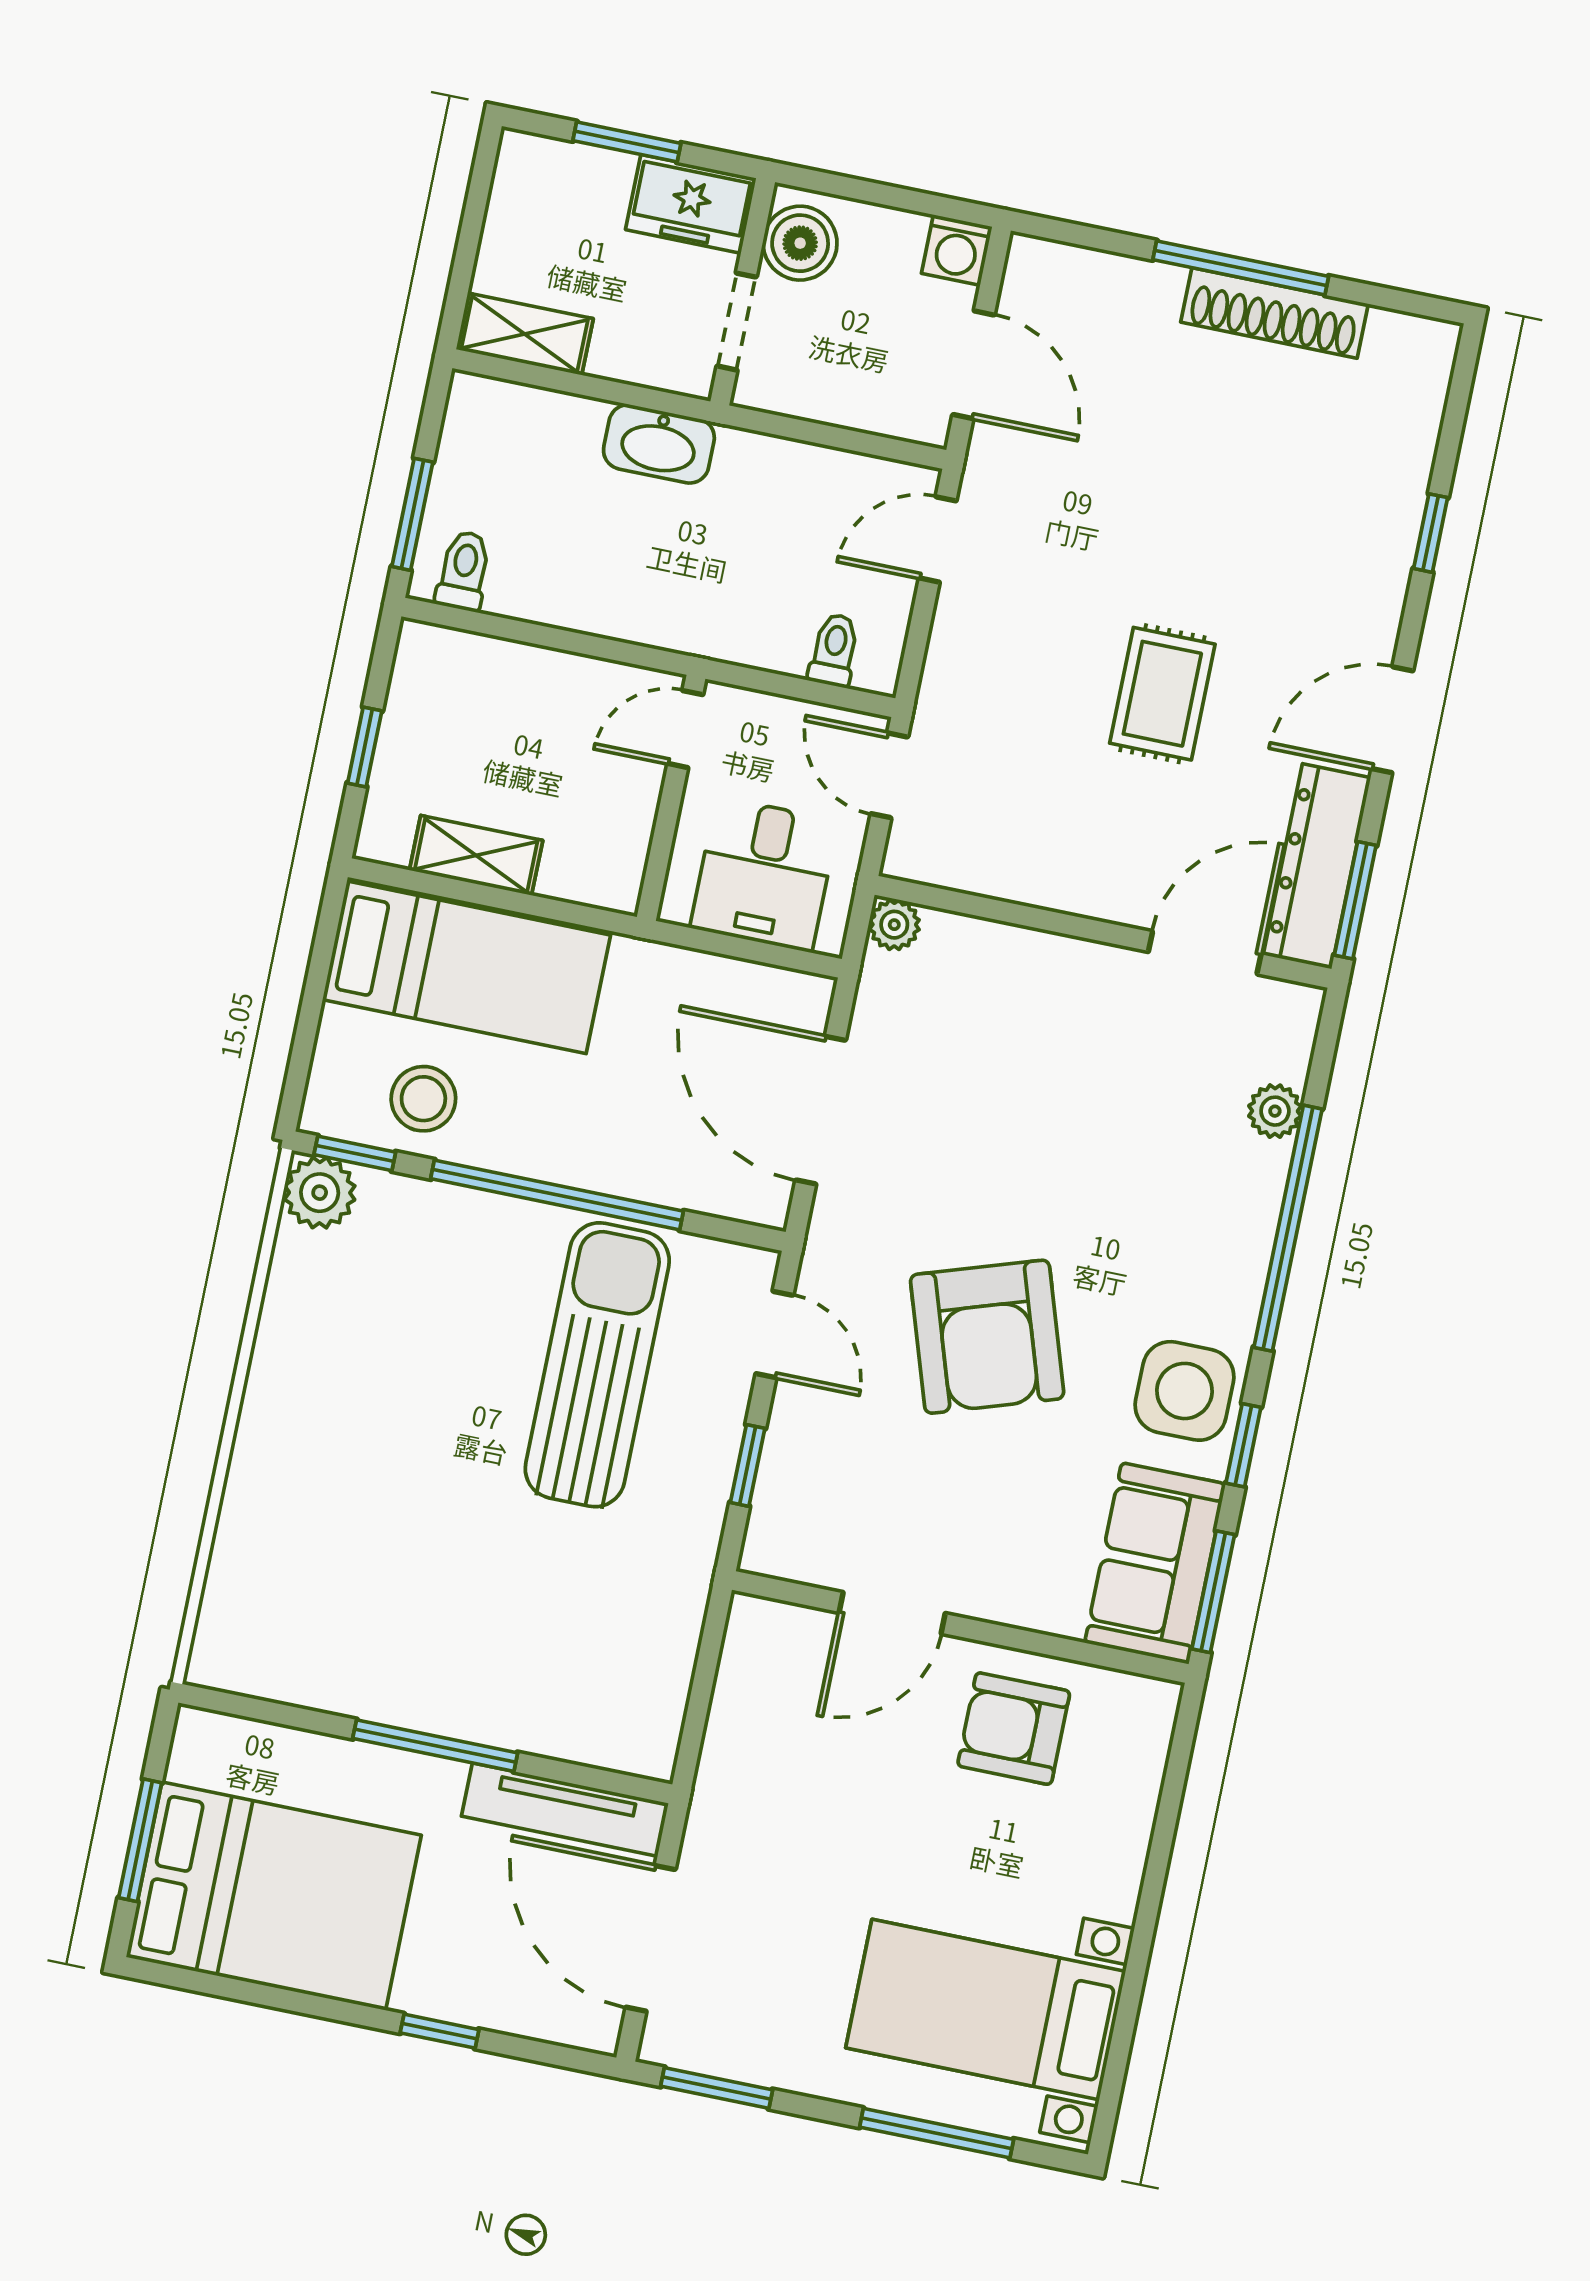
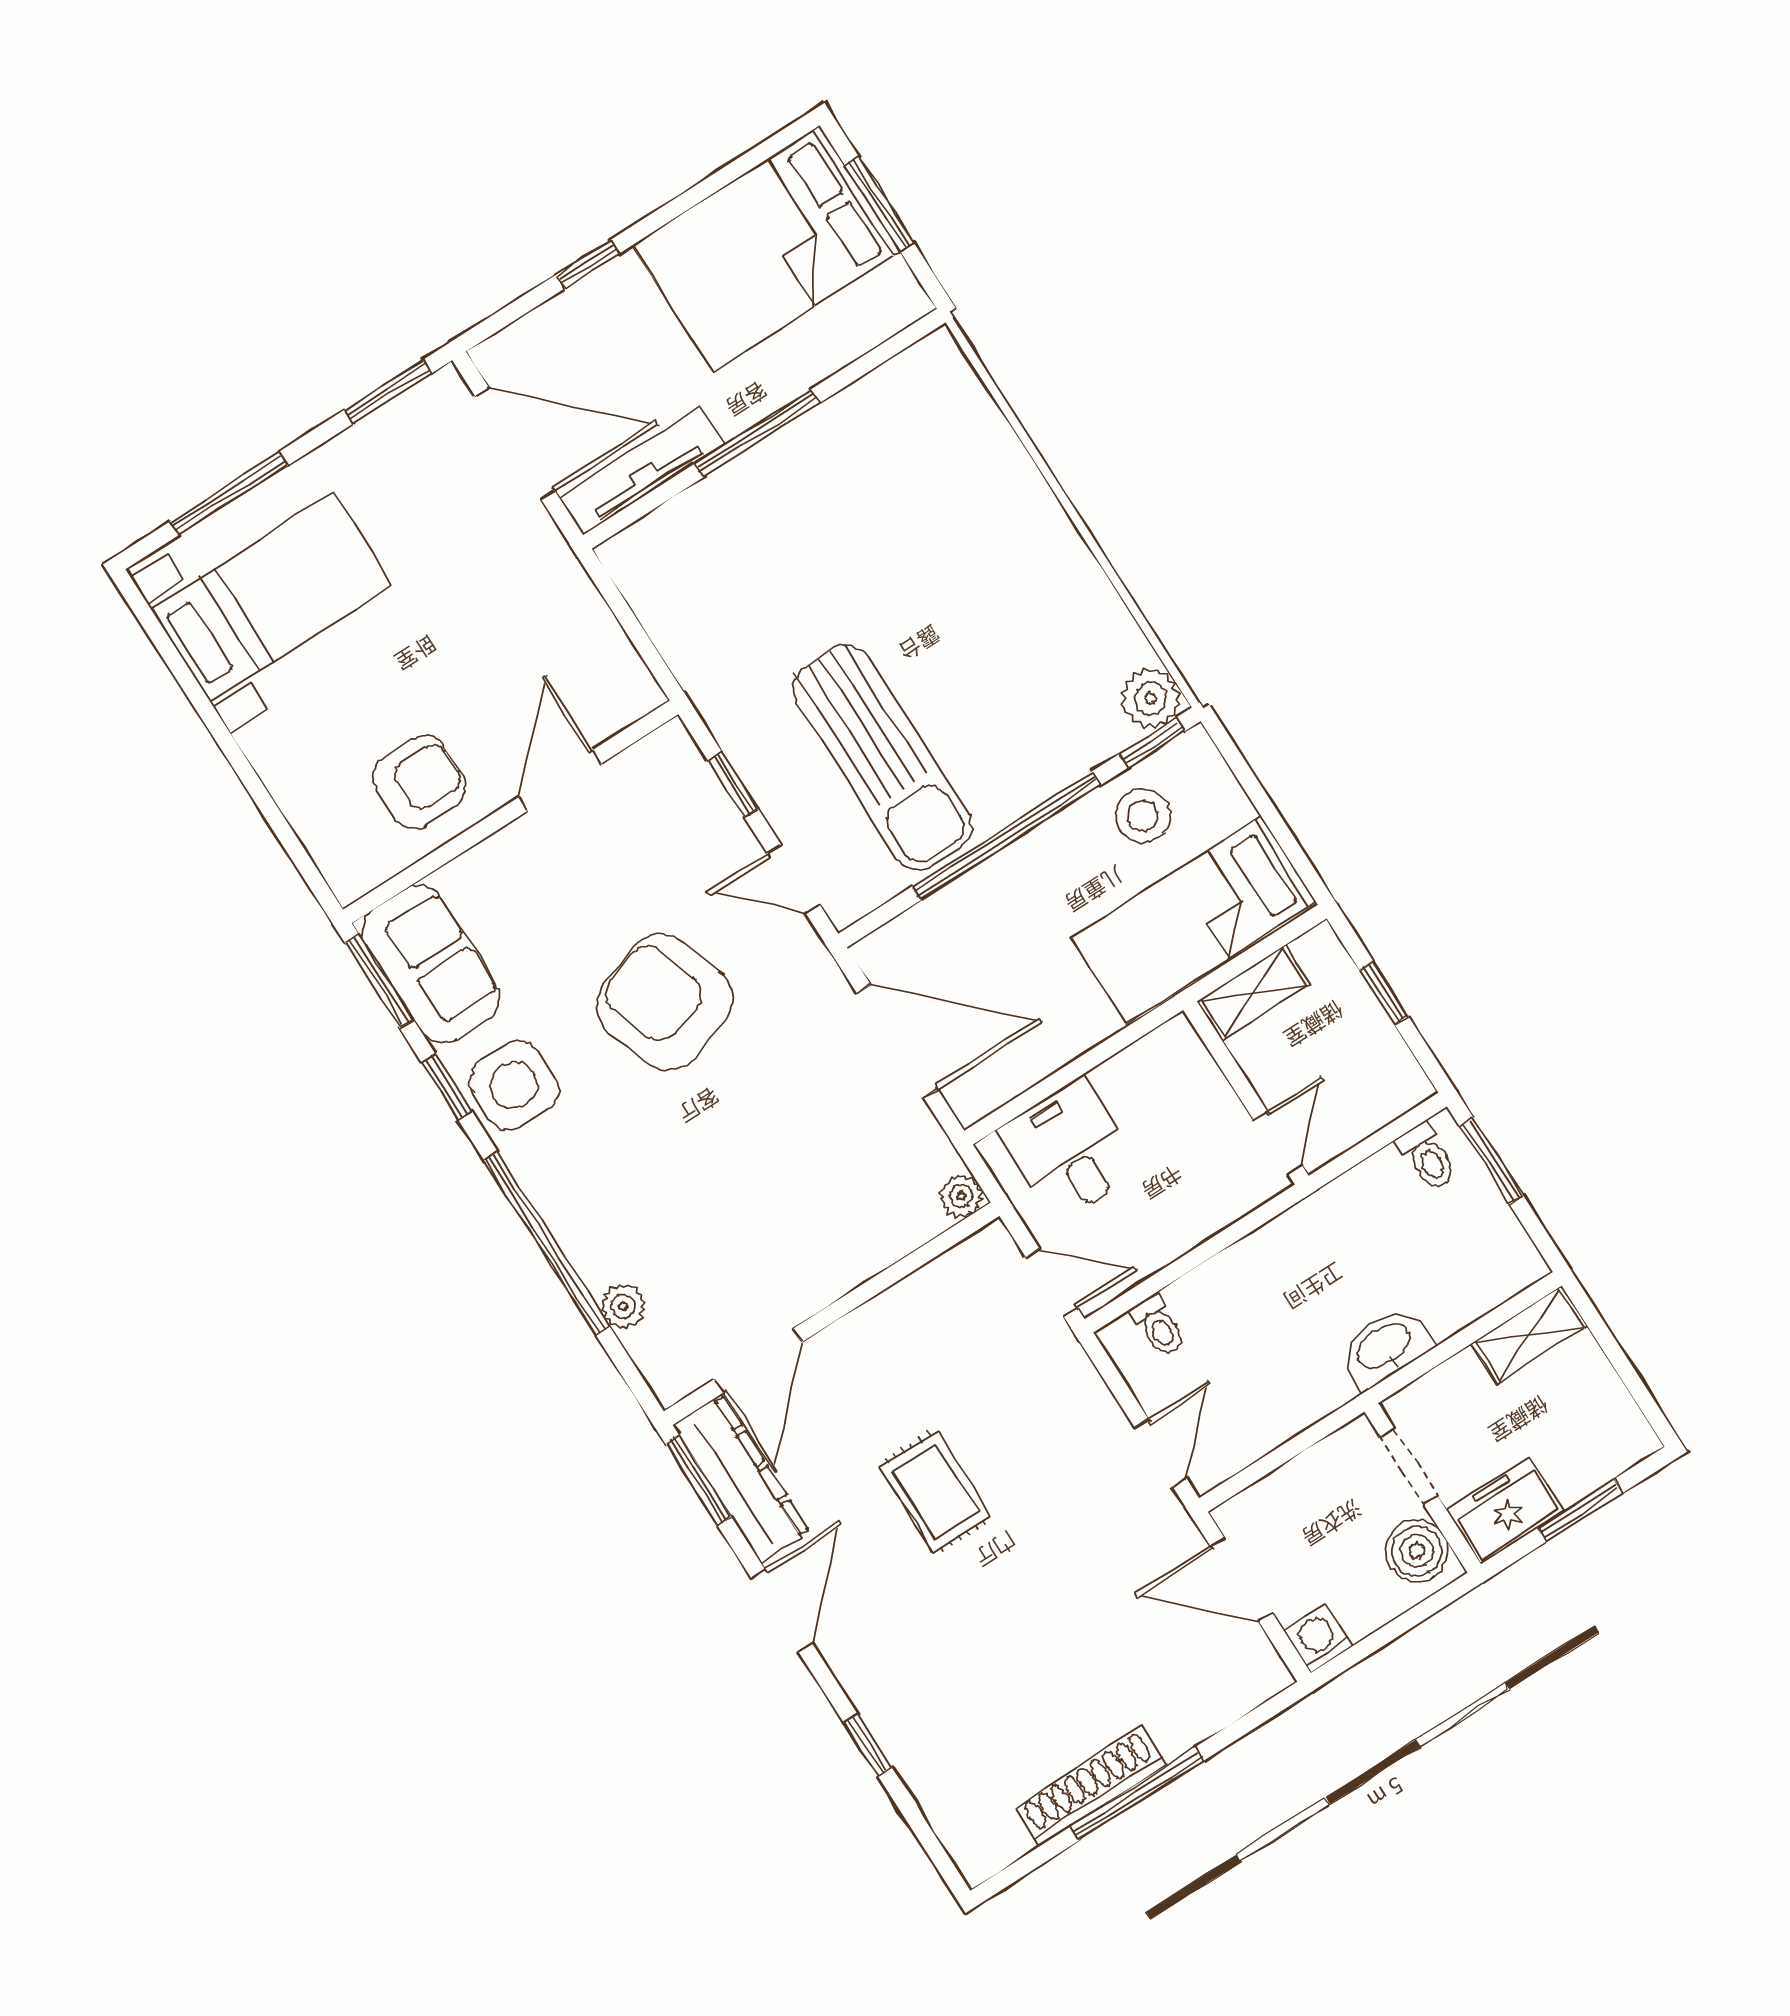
door: (685, 729) -> (1278, 1143), moved
wall: (671, 798) -> (1246, 1093), moved

